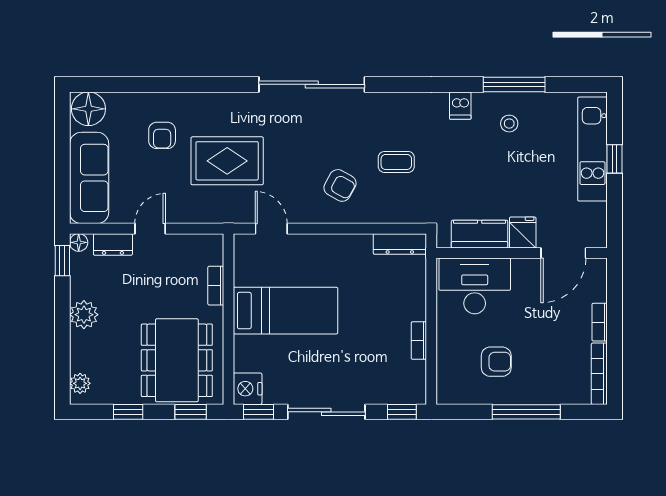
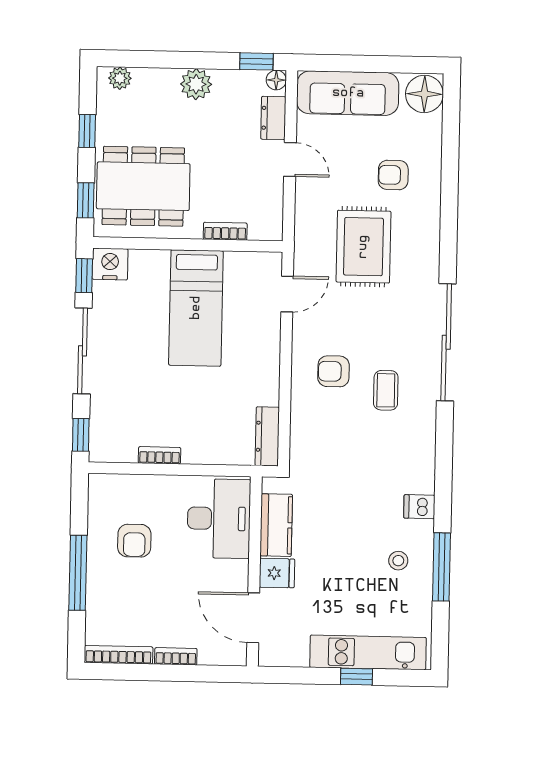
coffee table: (396, 162) -> (386, 390), moved
armchair: (340, 185) -> (333, 371), turned 61

